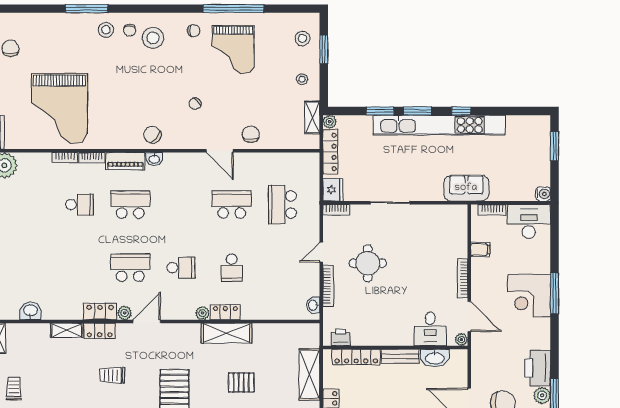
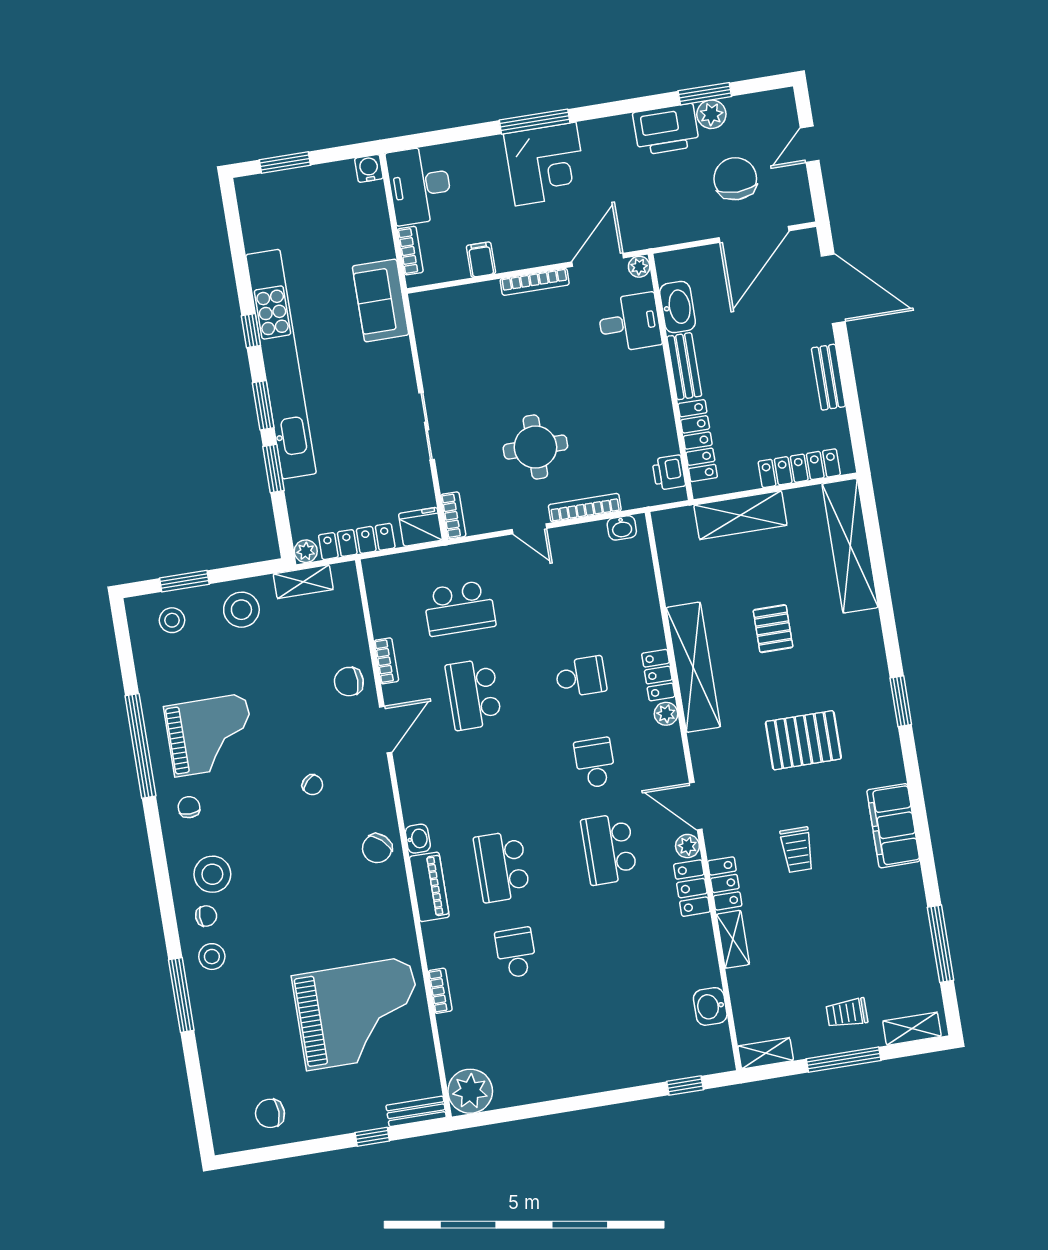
stool: (302, 79) -> (241, 610), width x1.89, depth x1.89
bookcase: (92, 158) -> (386, 661), moved
shelving: (227, 333) -> (693, 667), width x1.47

